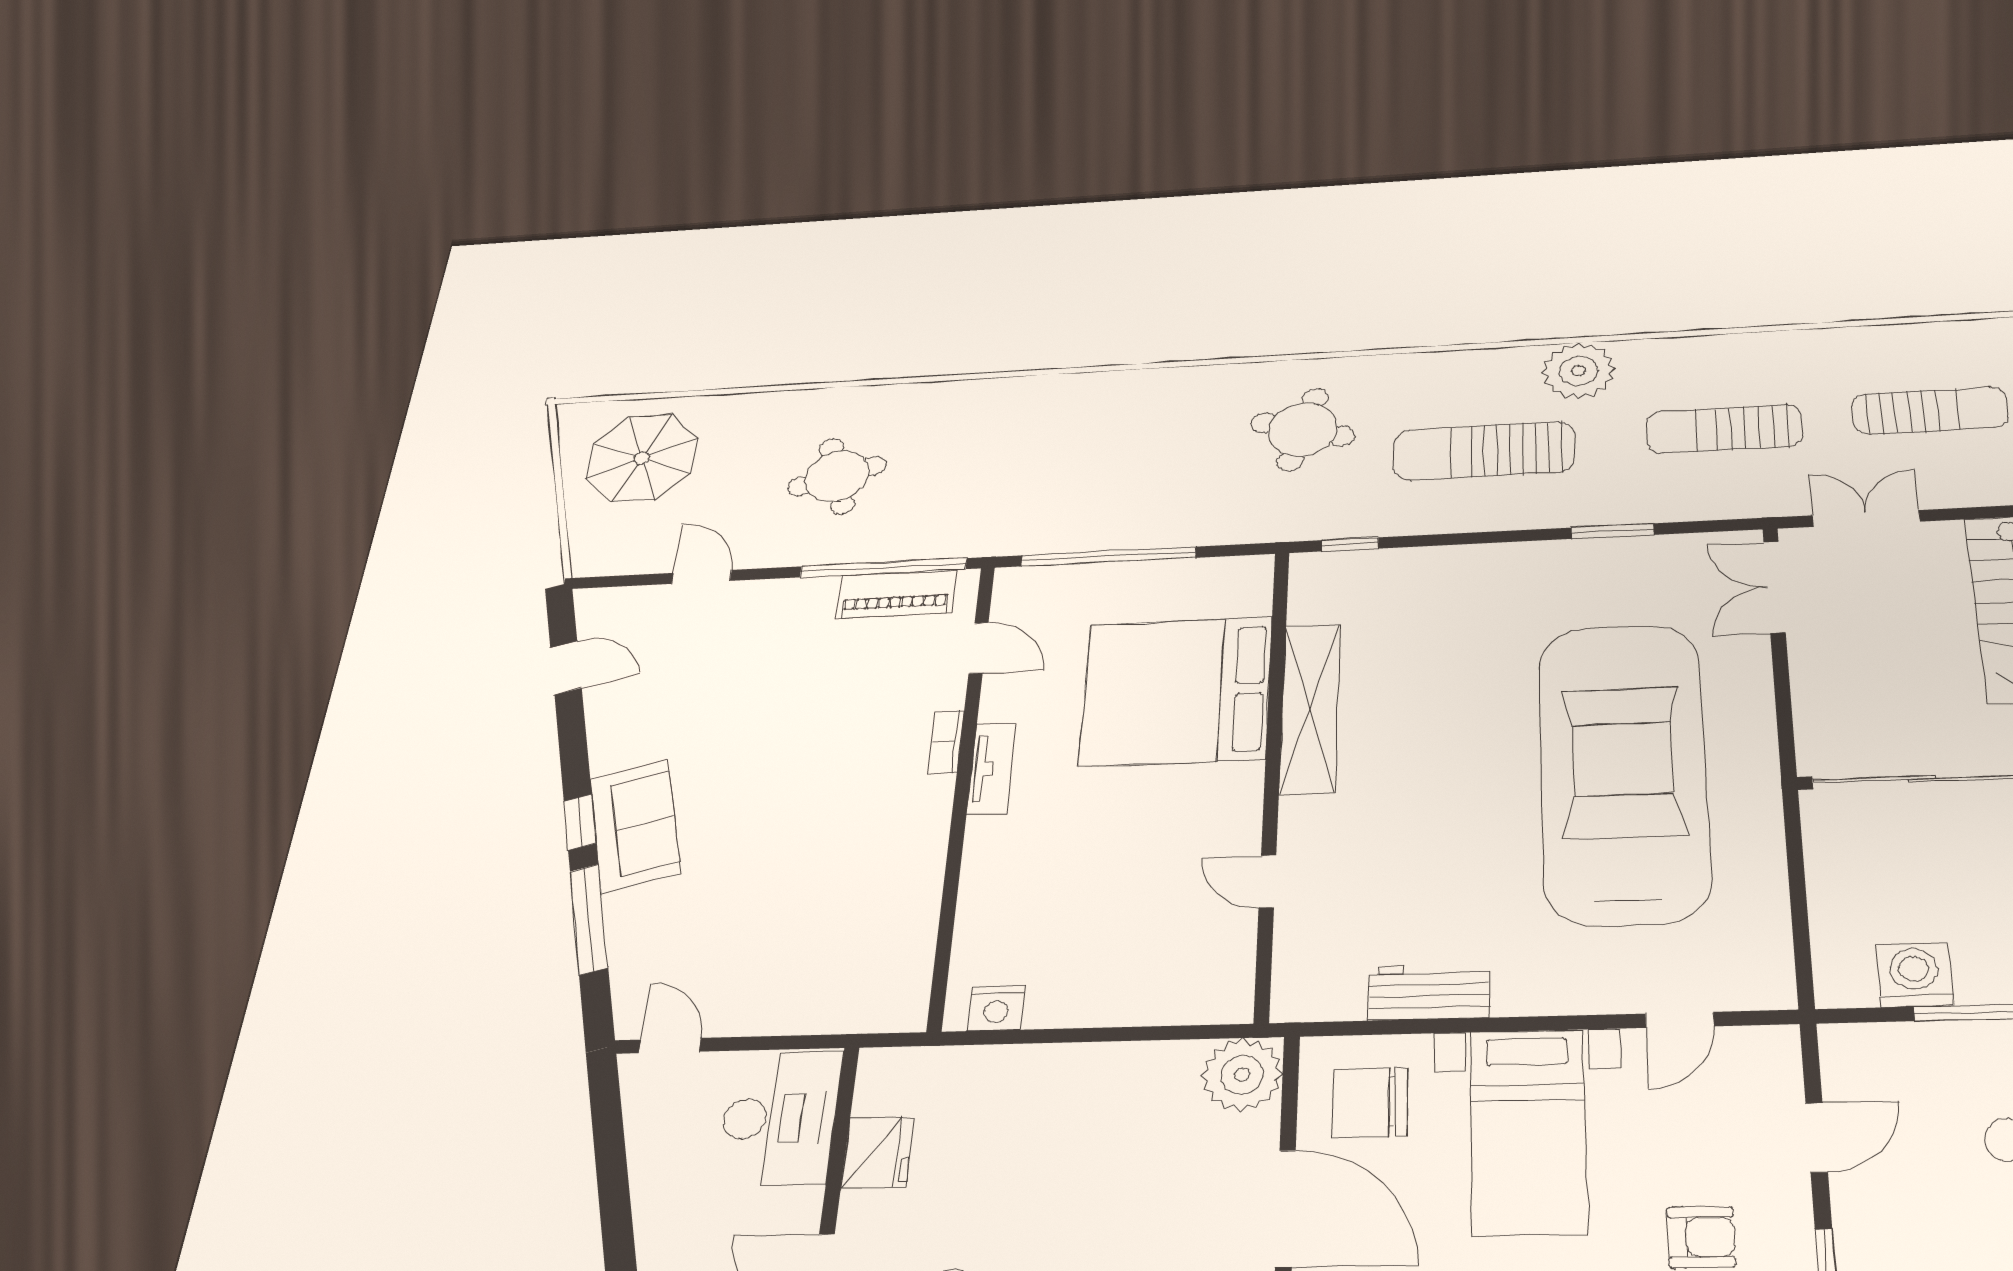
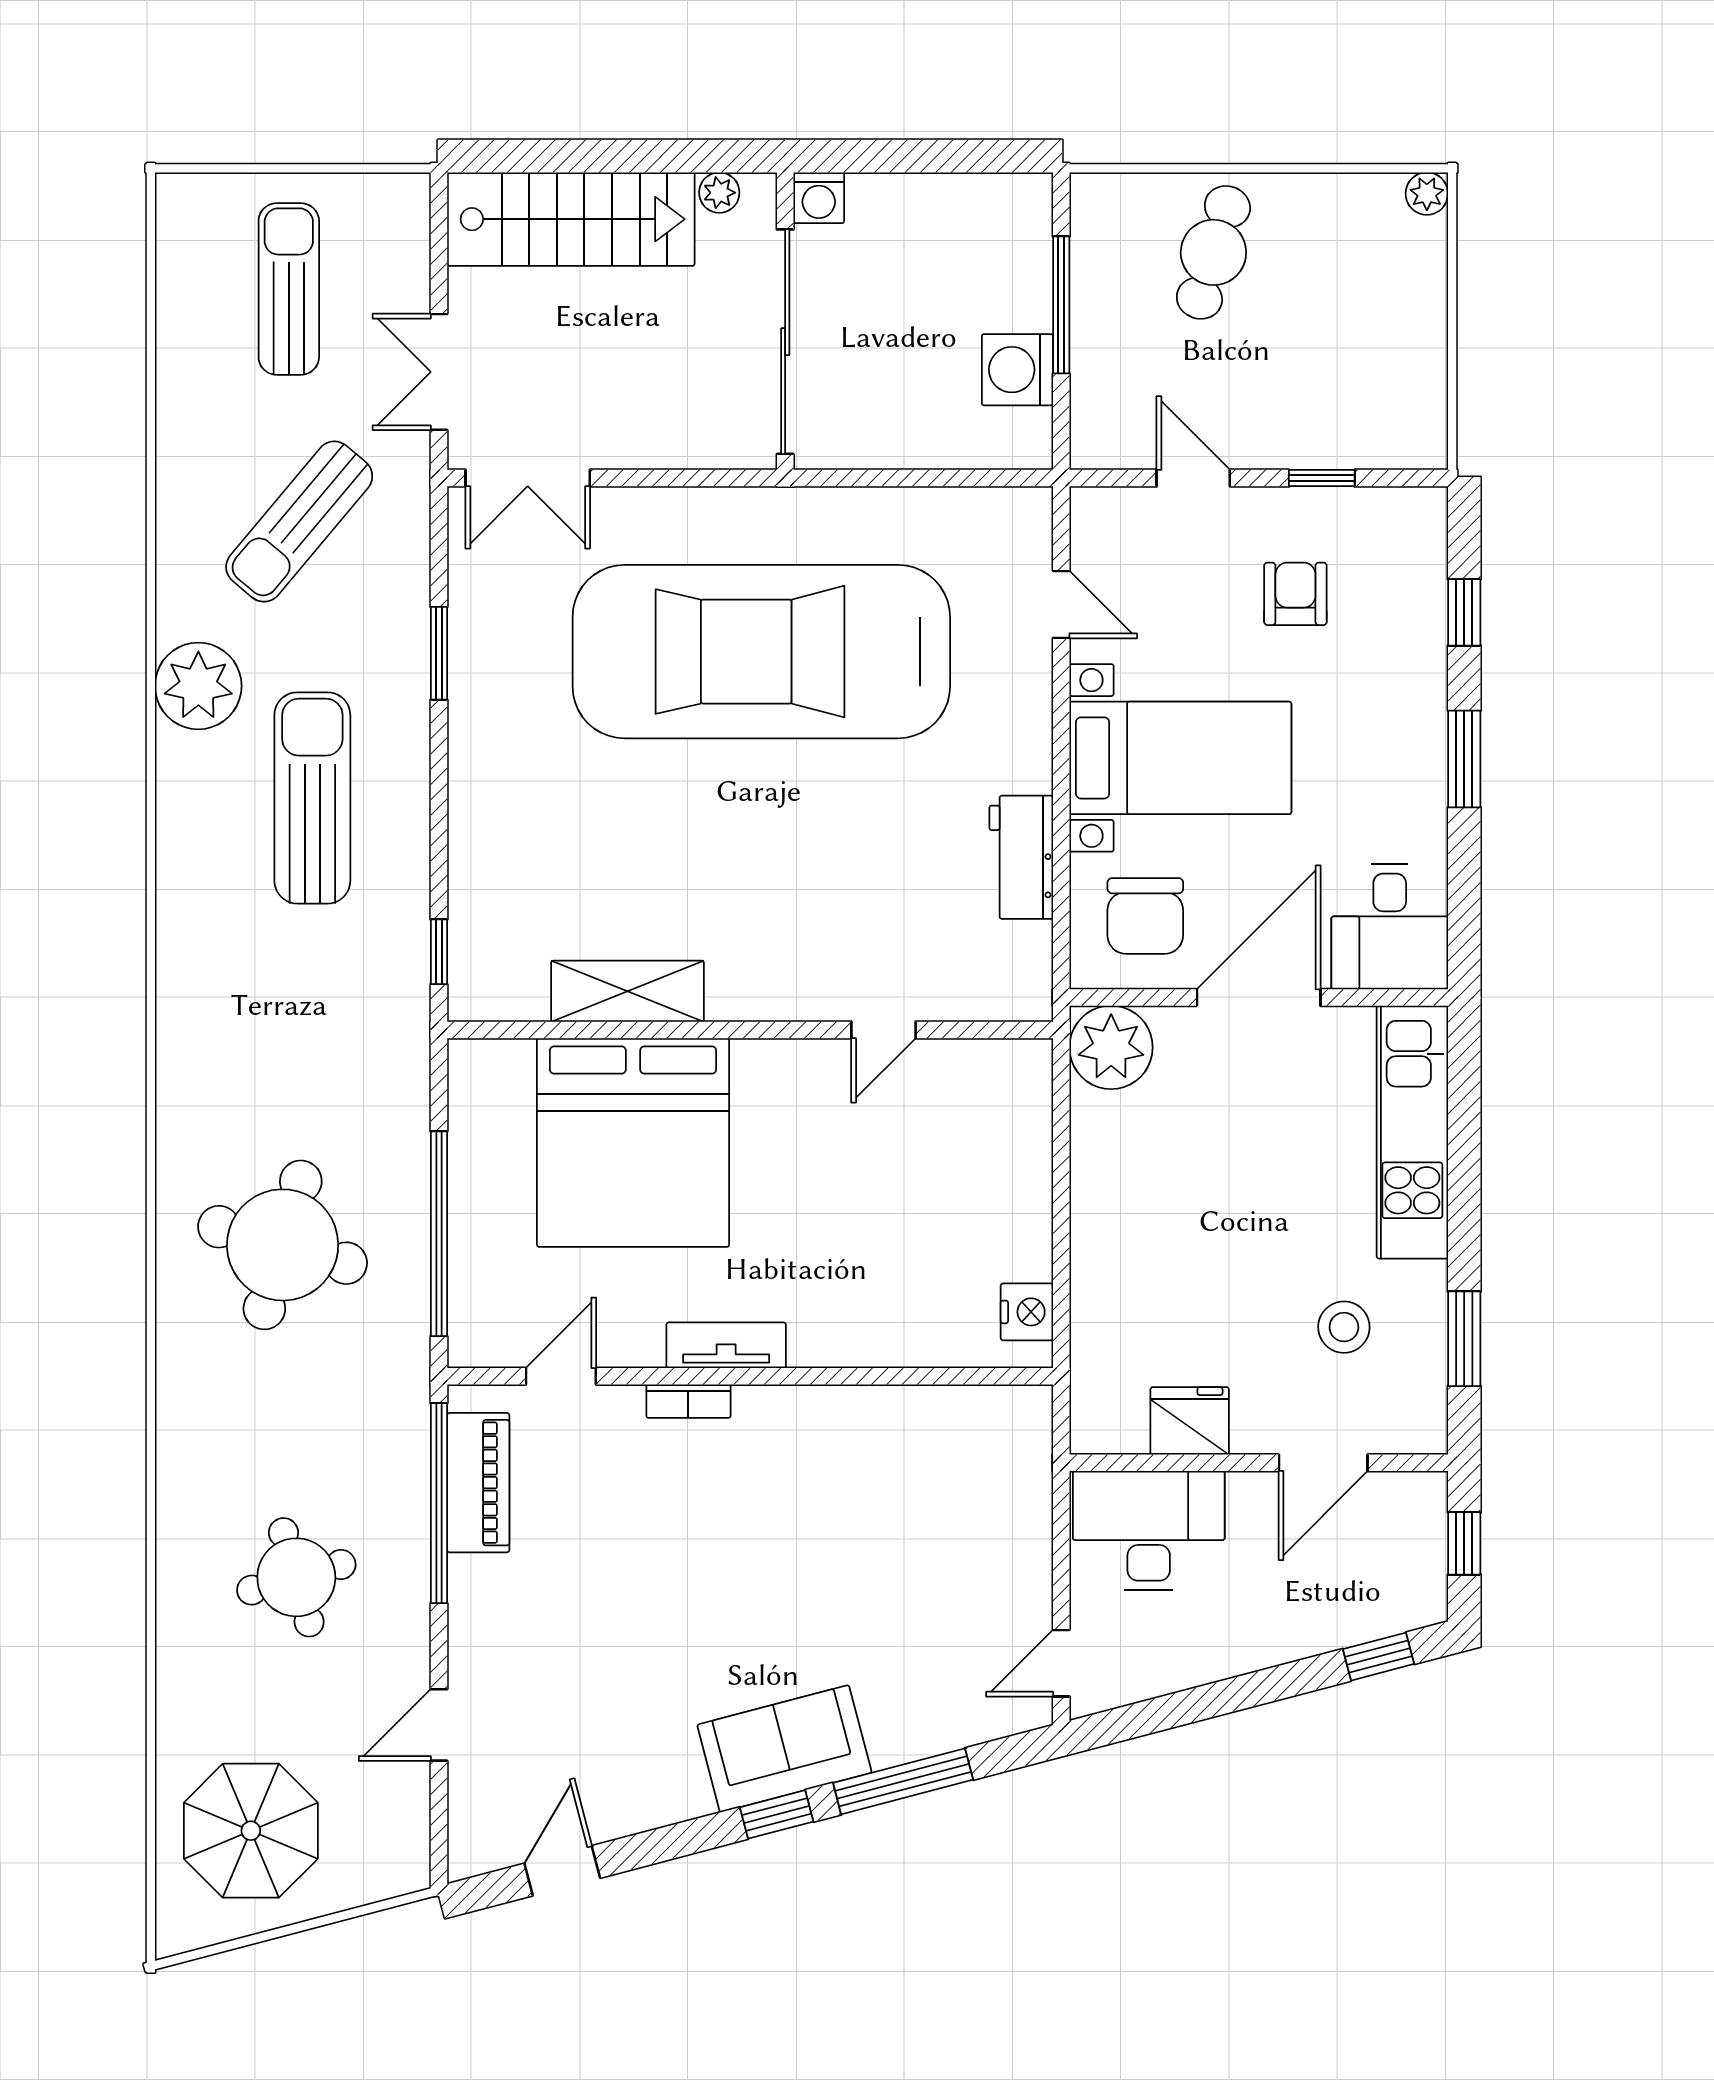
sun lounger: (1724, 429) -> (299, 522), turned 40
round table: (1303, 430) -> (283, 1245), moved, width x1.36, depth x1.36
sun lounger: (1484, 451) -> (312, 798), turned 180
shelving: (1310, 708) -> (628, 991), width x0.68

